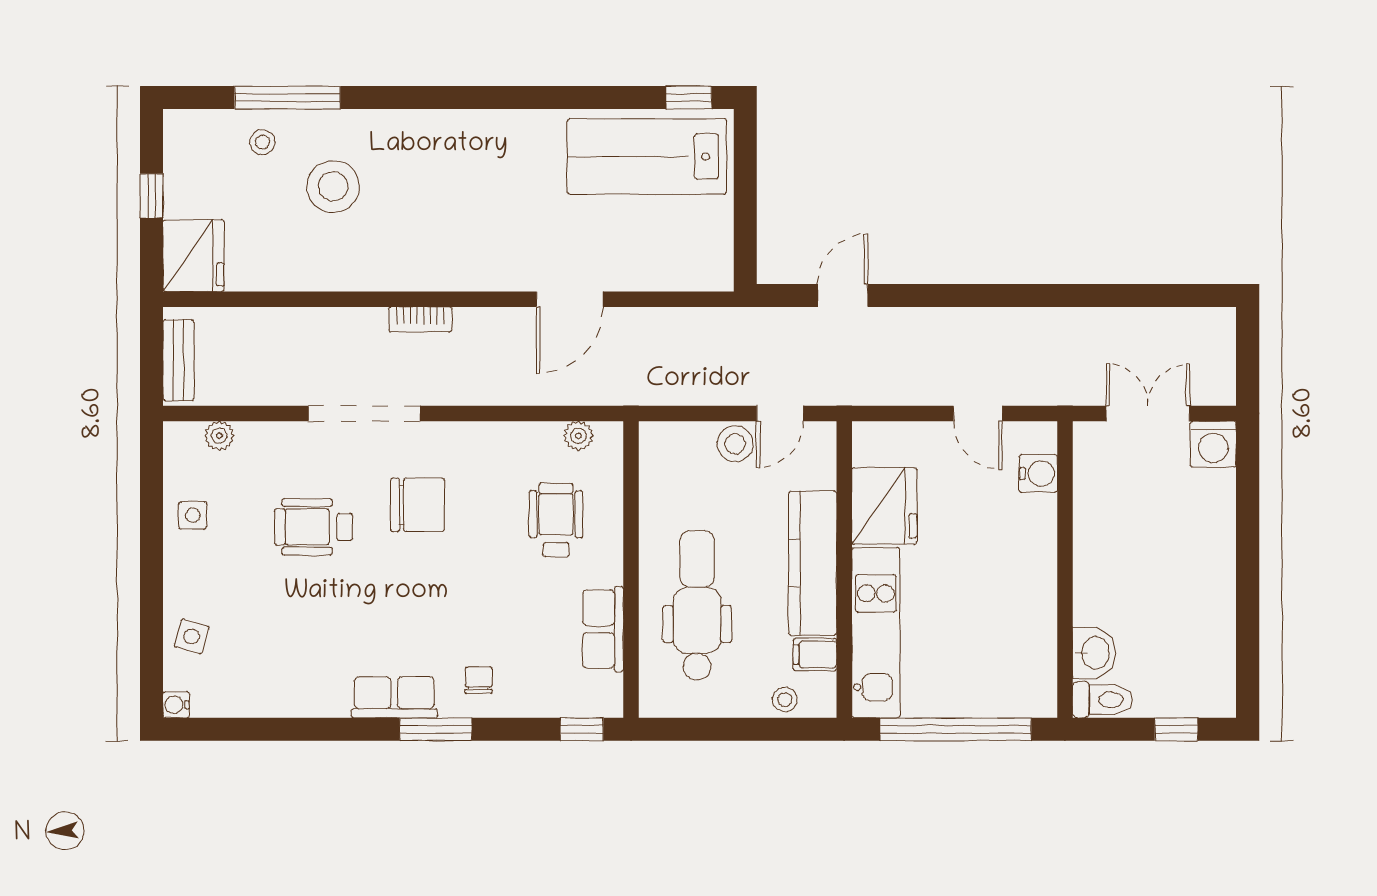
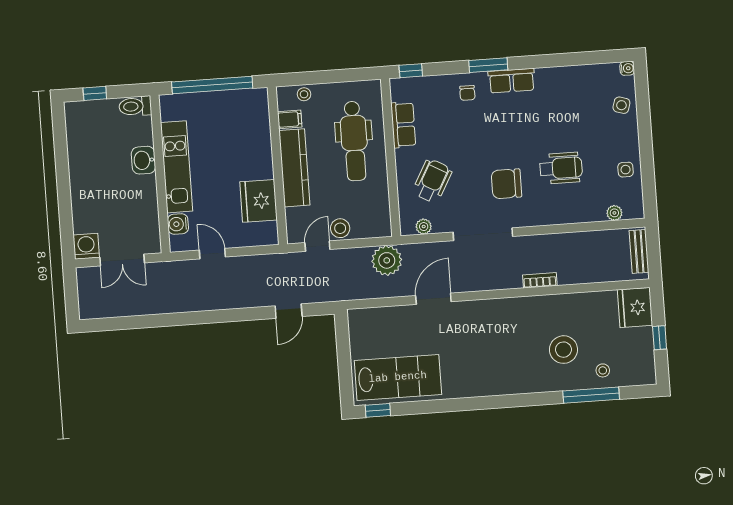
bookcase: (420, 319) -> (540, 280), moved
plant: (652, 377) -> (387, 260), added
doorway: (364, 413) -> (483, 234), moved
wheelchair: (556, 520) -> (432, 181), turned -151
kitchen unit: (876, 633) -> (177, 167), moved, turned 180
washbasin: (1094, 653) -> (143, 160), moved

